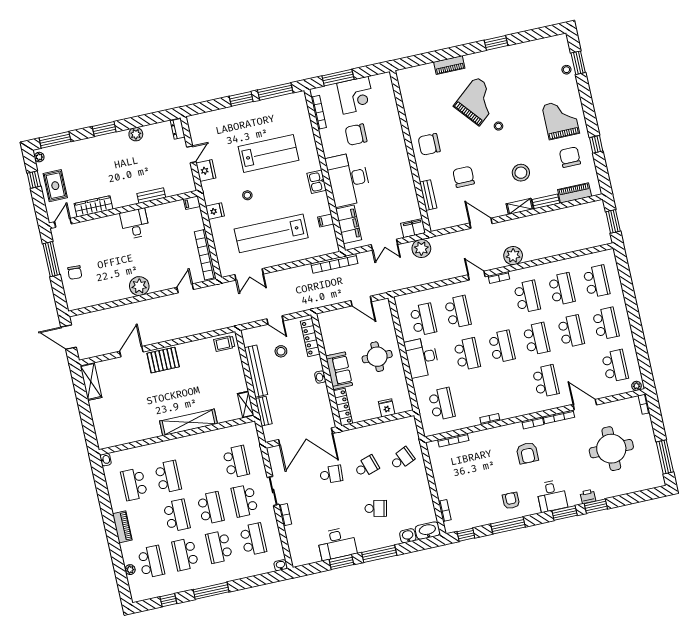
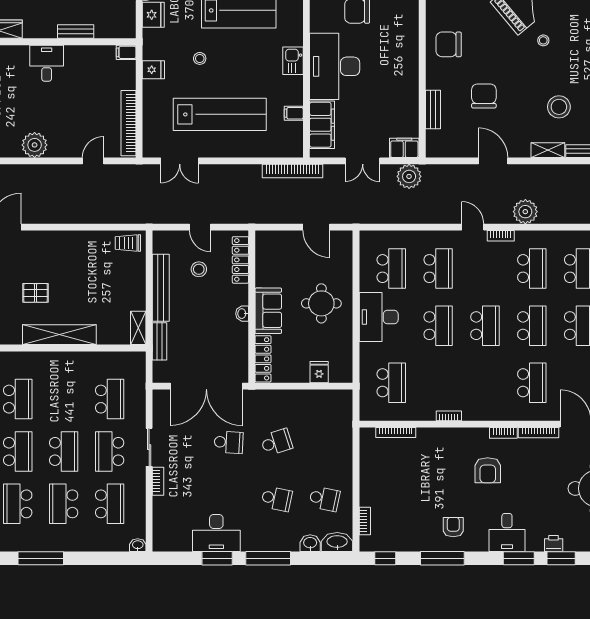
lab bench: (271, 233) -> (220, 114), turned 180
pallet: (163, 360) -> (35, 293), moved, width x0.67, depth x0.71
school desk: (402, 459) -> (324, 499), moved, turned 36

